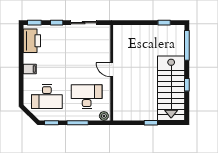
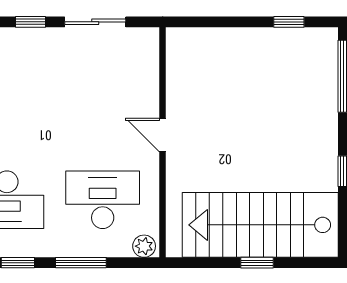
stairs: (171, 88) -> (260, 225), moved, turned 90

